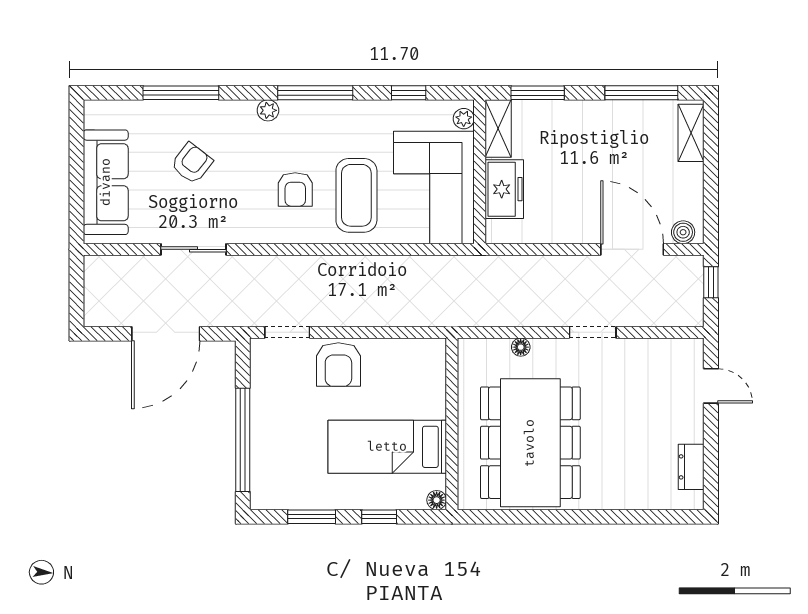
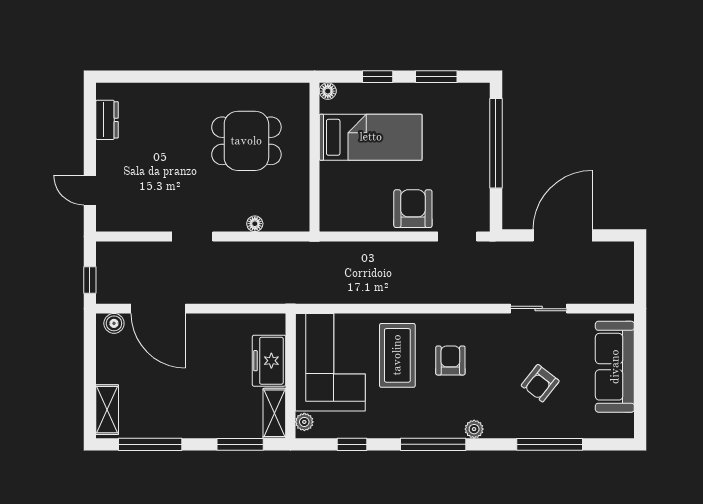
dining table: (530, 443) -> (246, 141), width x0.53, depth x0.80

